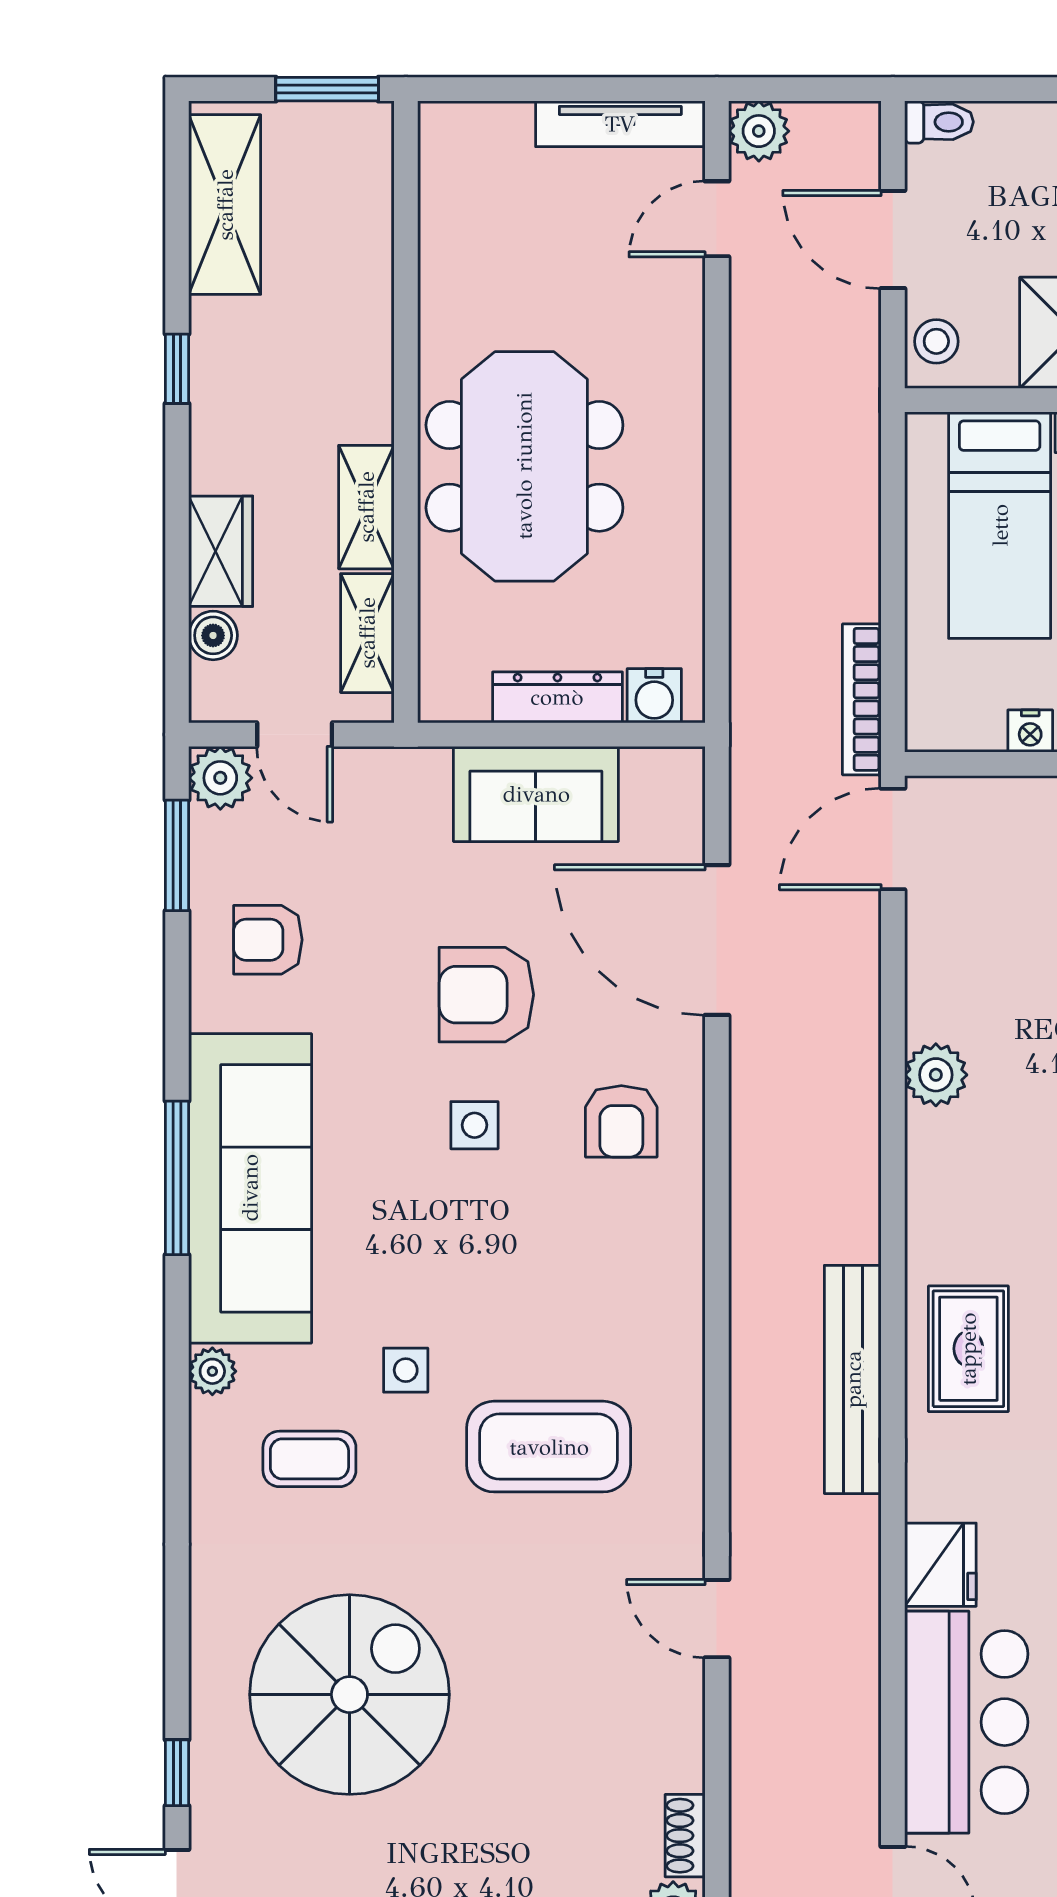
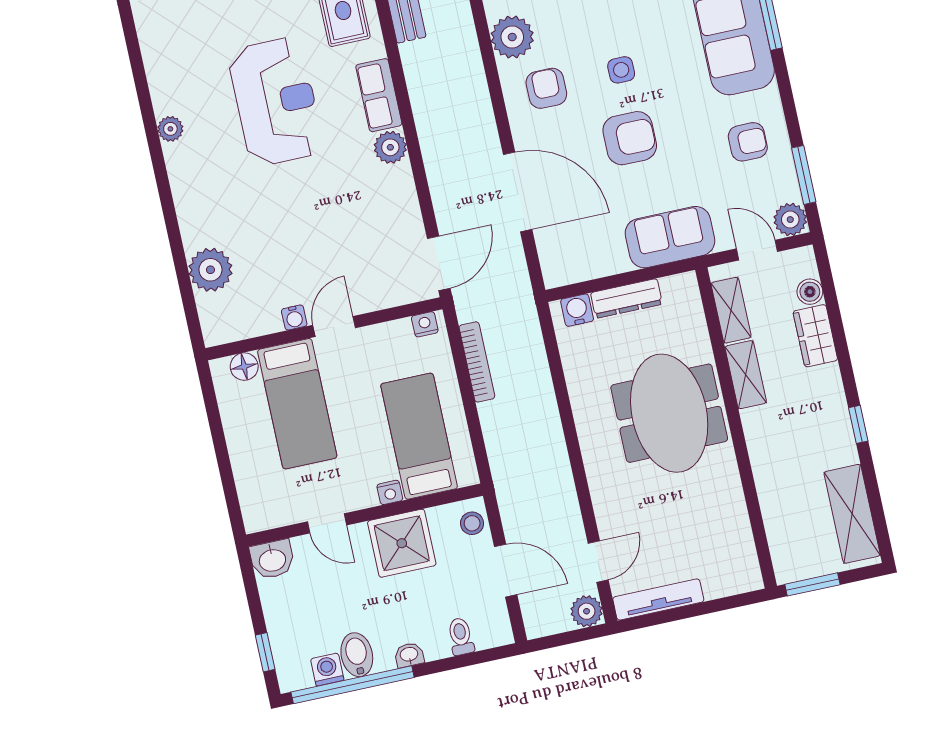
toilet: (939, 122) -> (461, 636), moved, turned 90
bookcase: (862, 699) -> (477, 362), moved
nightstand: (1030, 731) -> (425, 324), moved
sofa: (536, 794) -> (670, 237), moved
row of seats: (936, 1177) -> (379, 95), added
plant: (664, 1231) -> (512, 37), added

